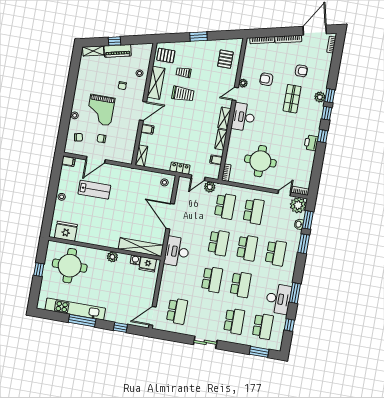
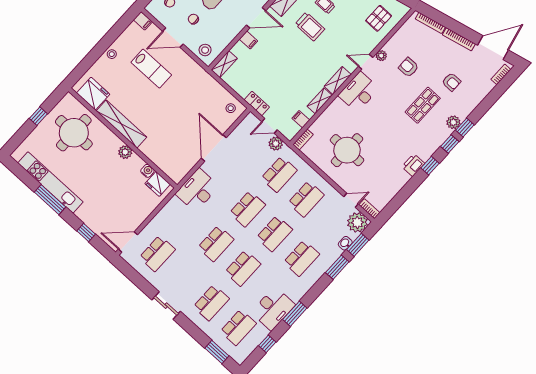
stool: (123, 154) -> (205, 50), added
shelving: (141, 247) -> (121, 124), moved

